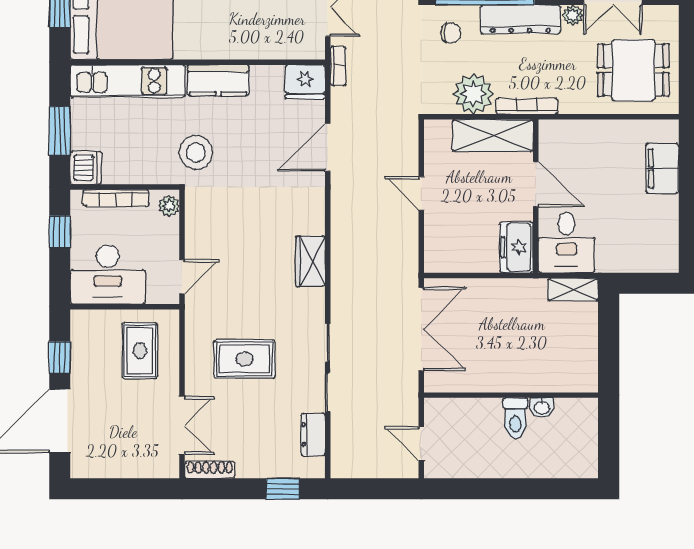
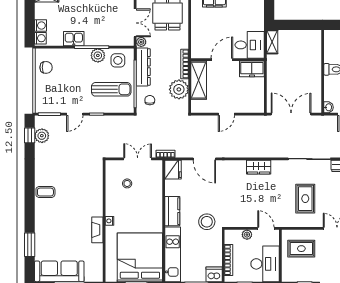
plant: (169, 206) -> (247, 235), moved
washbasin: (542, 407) -> (328, 107), moved

